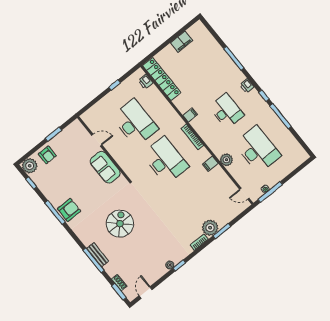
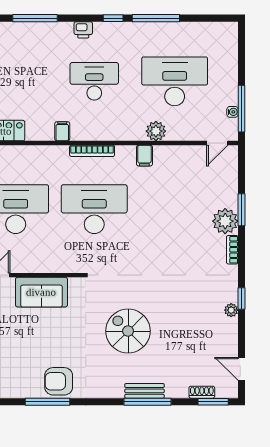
armchair: (69, 210) -> (59, 381), turned -90

